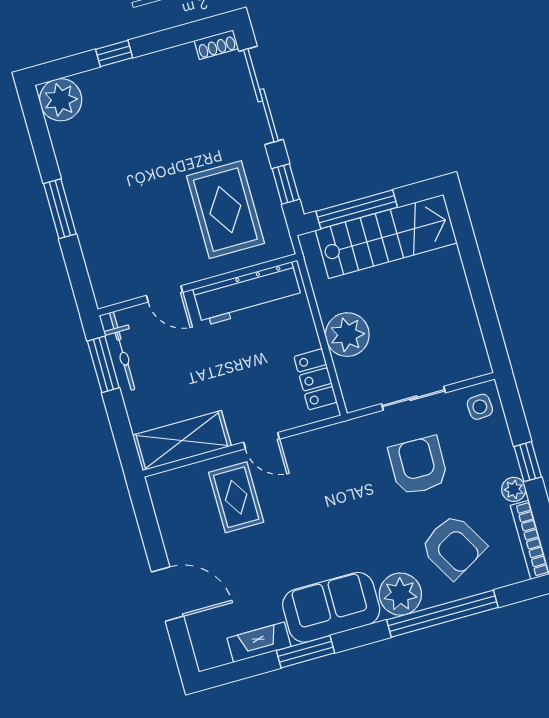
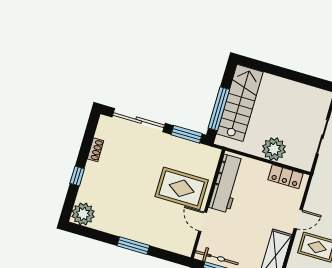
shoe rack: (216, 45) -> (95, 150), moved
window: (286, 184) -> (187, 134), width x1.50
rug: (225, 210) -> (182, 188), moved
door: (165, 294) -> (203, 222), swing flipped

